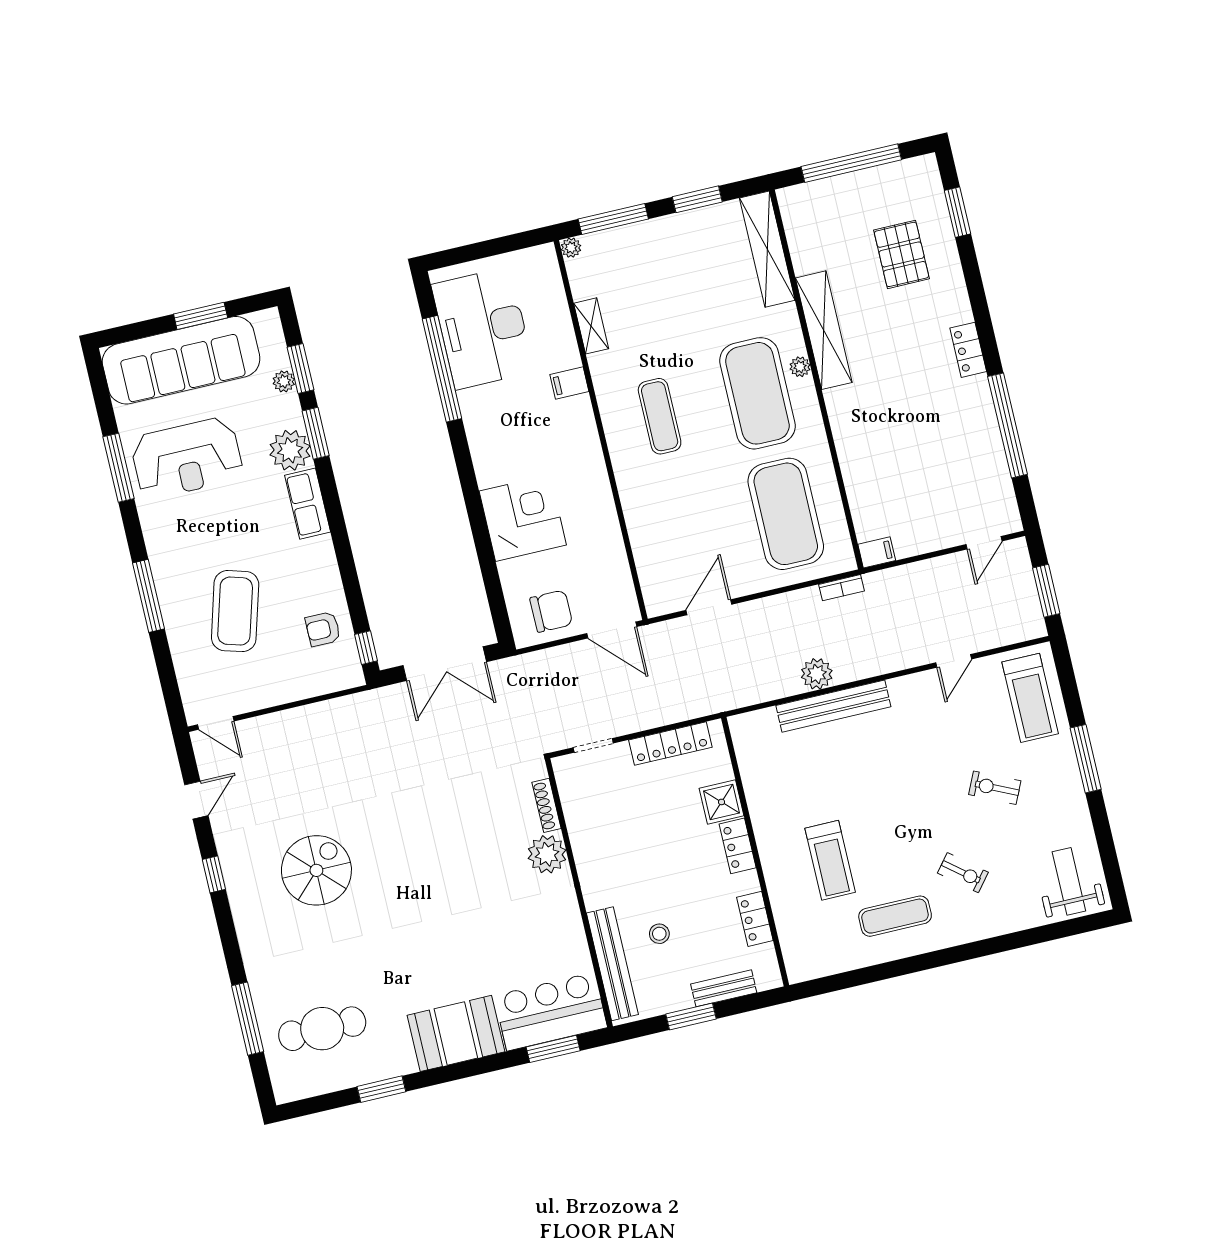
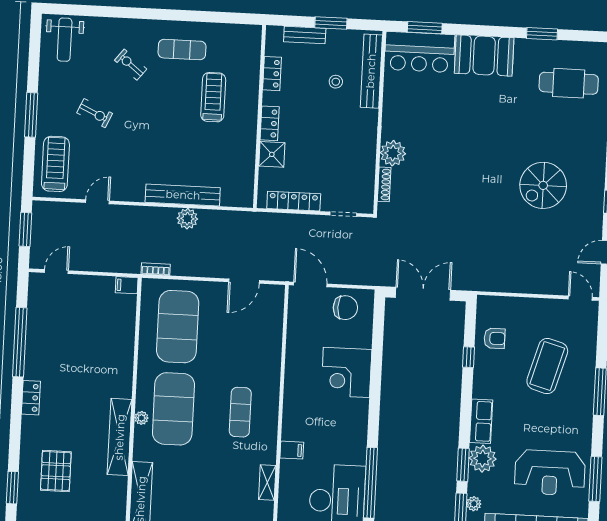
reception desk: (187, 458) -> (550, 473), turned 180
chair: (551, 611) -> (345, 308), turned 180
window: (366, 648) -> (468, 357), moved

